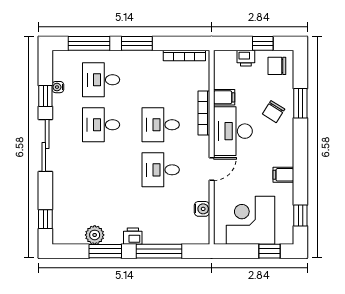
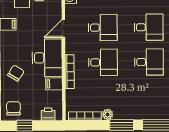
plant: (155, 57) -> (108, 114), added
printer: (246, 58) -> (48, 114), moved
chair: (277, 66) -> (13, 108), turned -90
desk: (101, 80) -> (149, 27), moved

